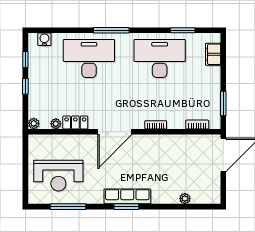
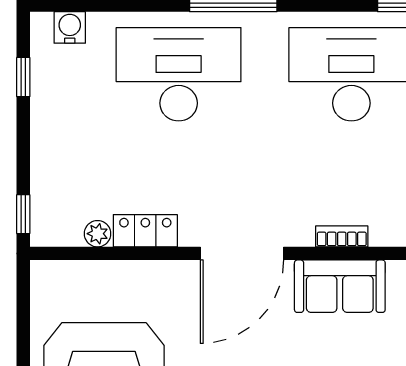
window: (25, 86) -> (23, 214), moved
plant: (34, 123) -> (44, 233), removed
sofa: (155, 145) -> (340, 286), added

